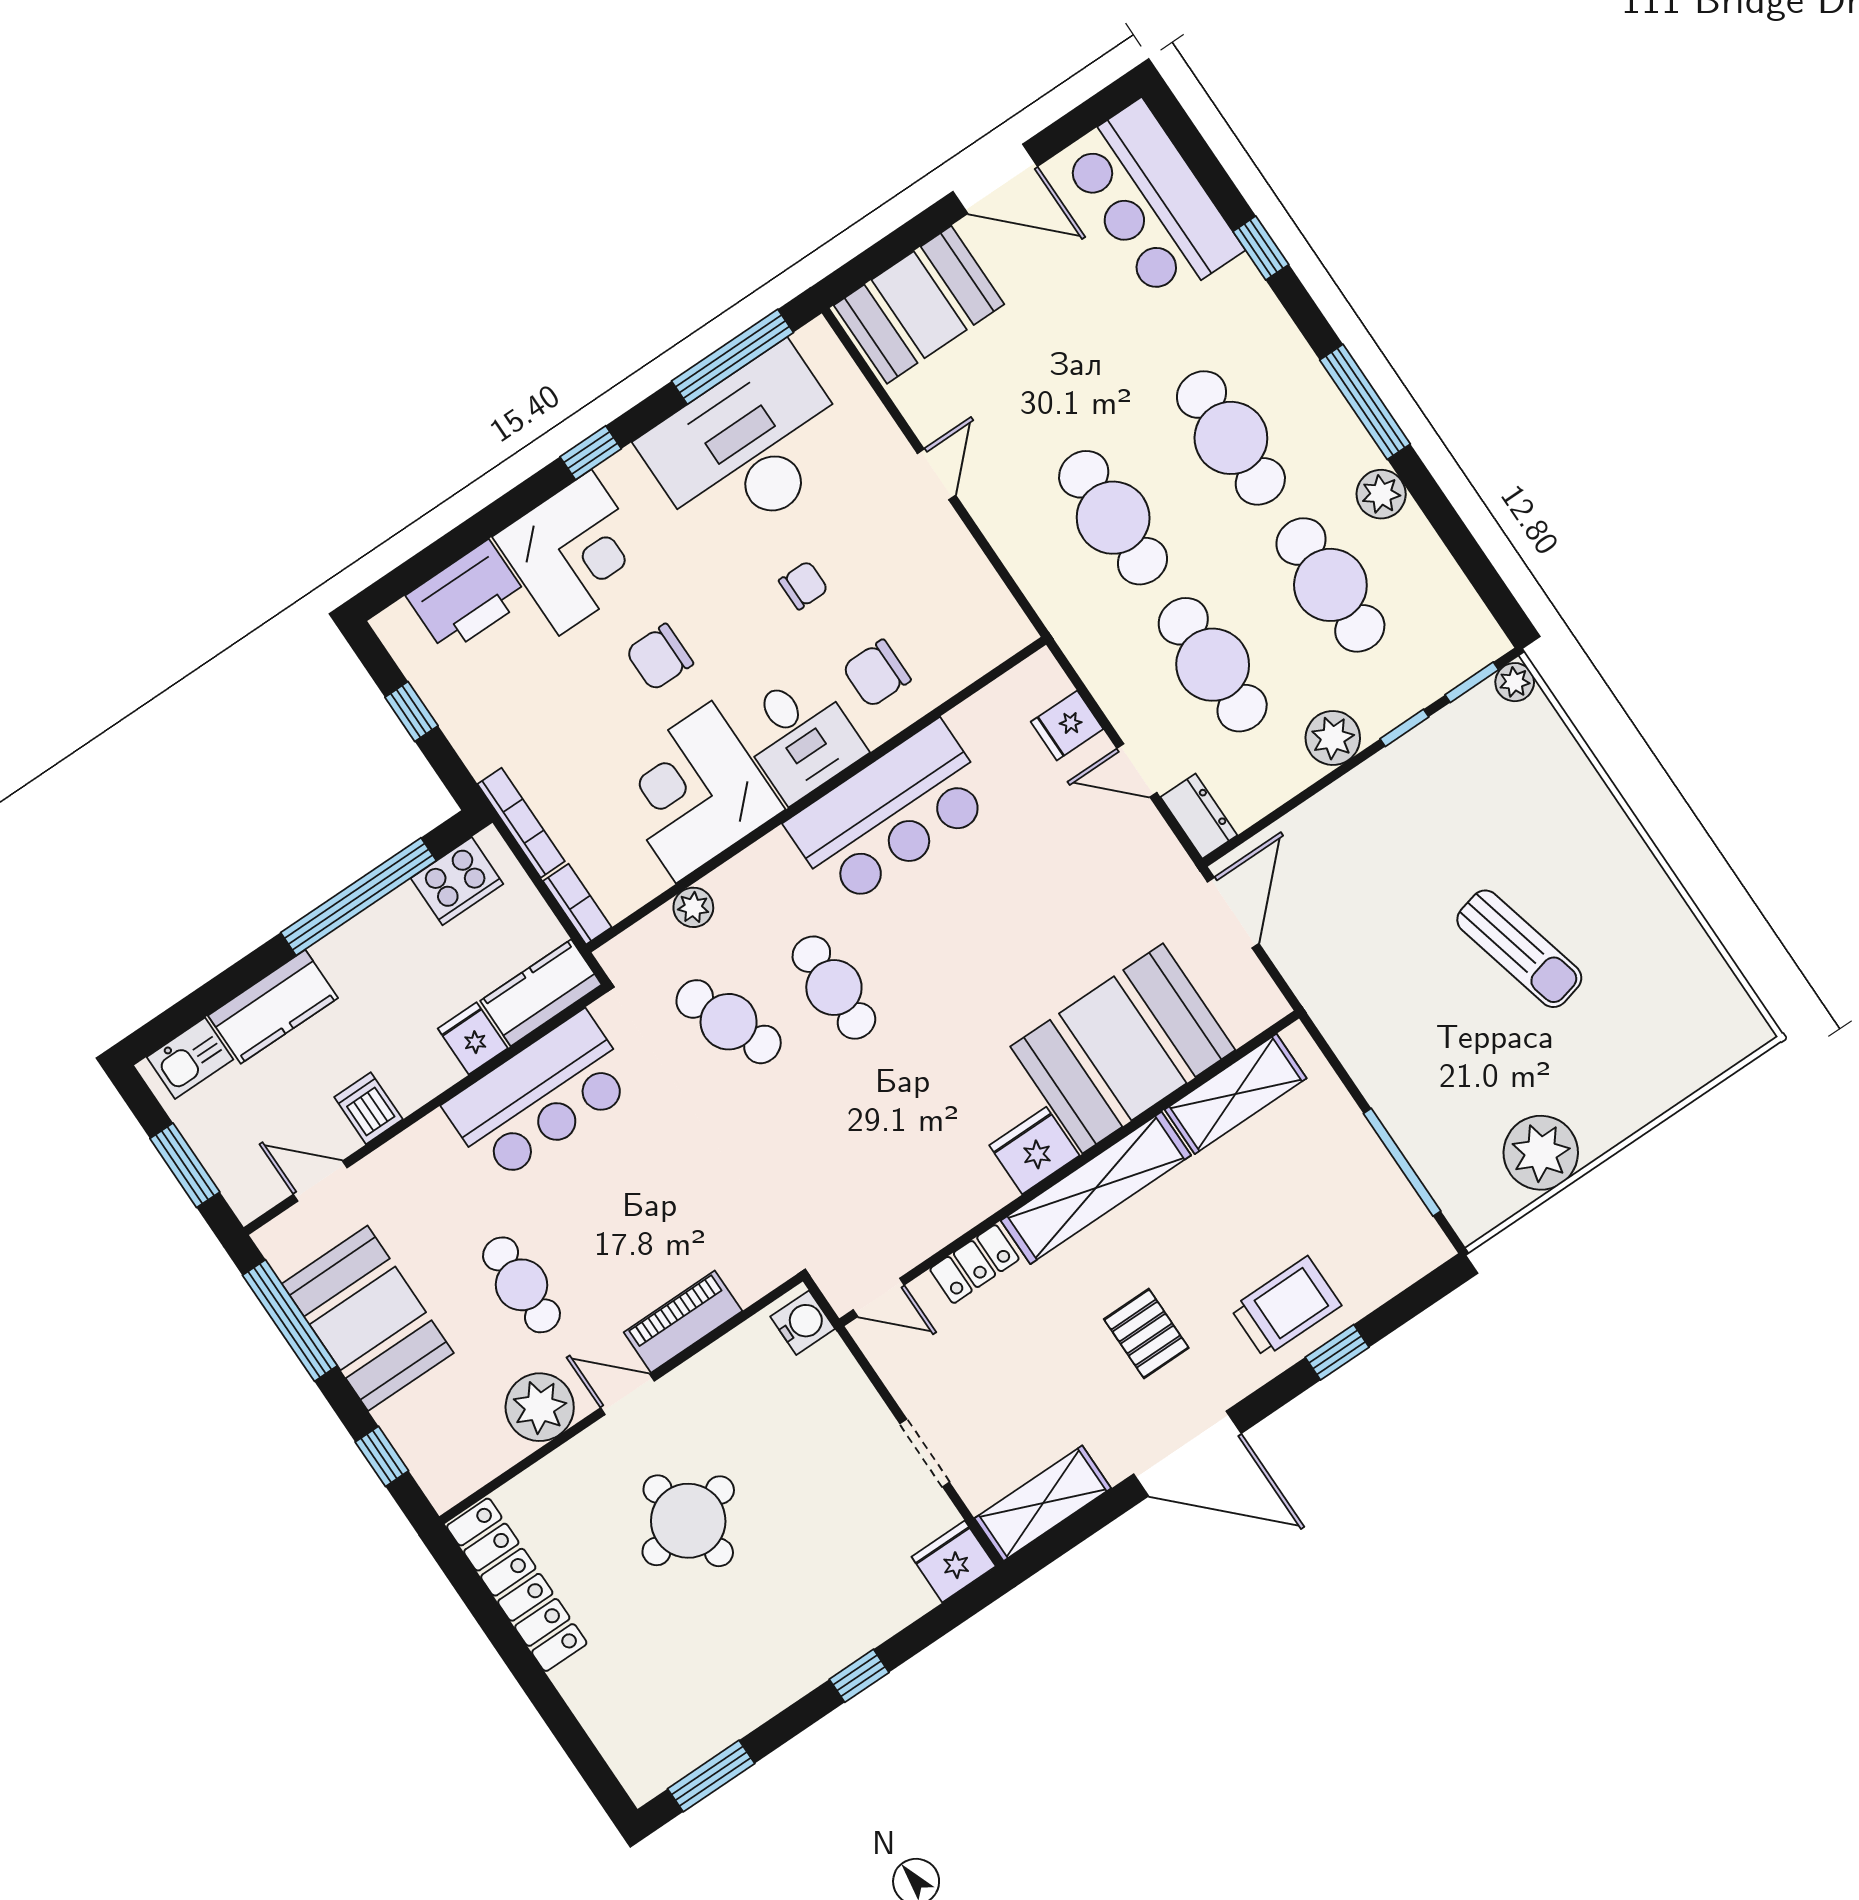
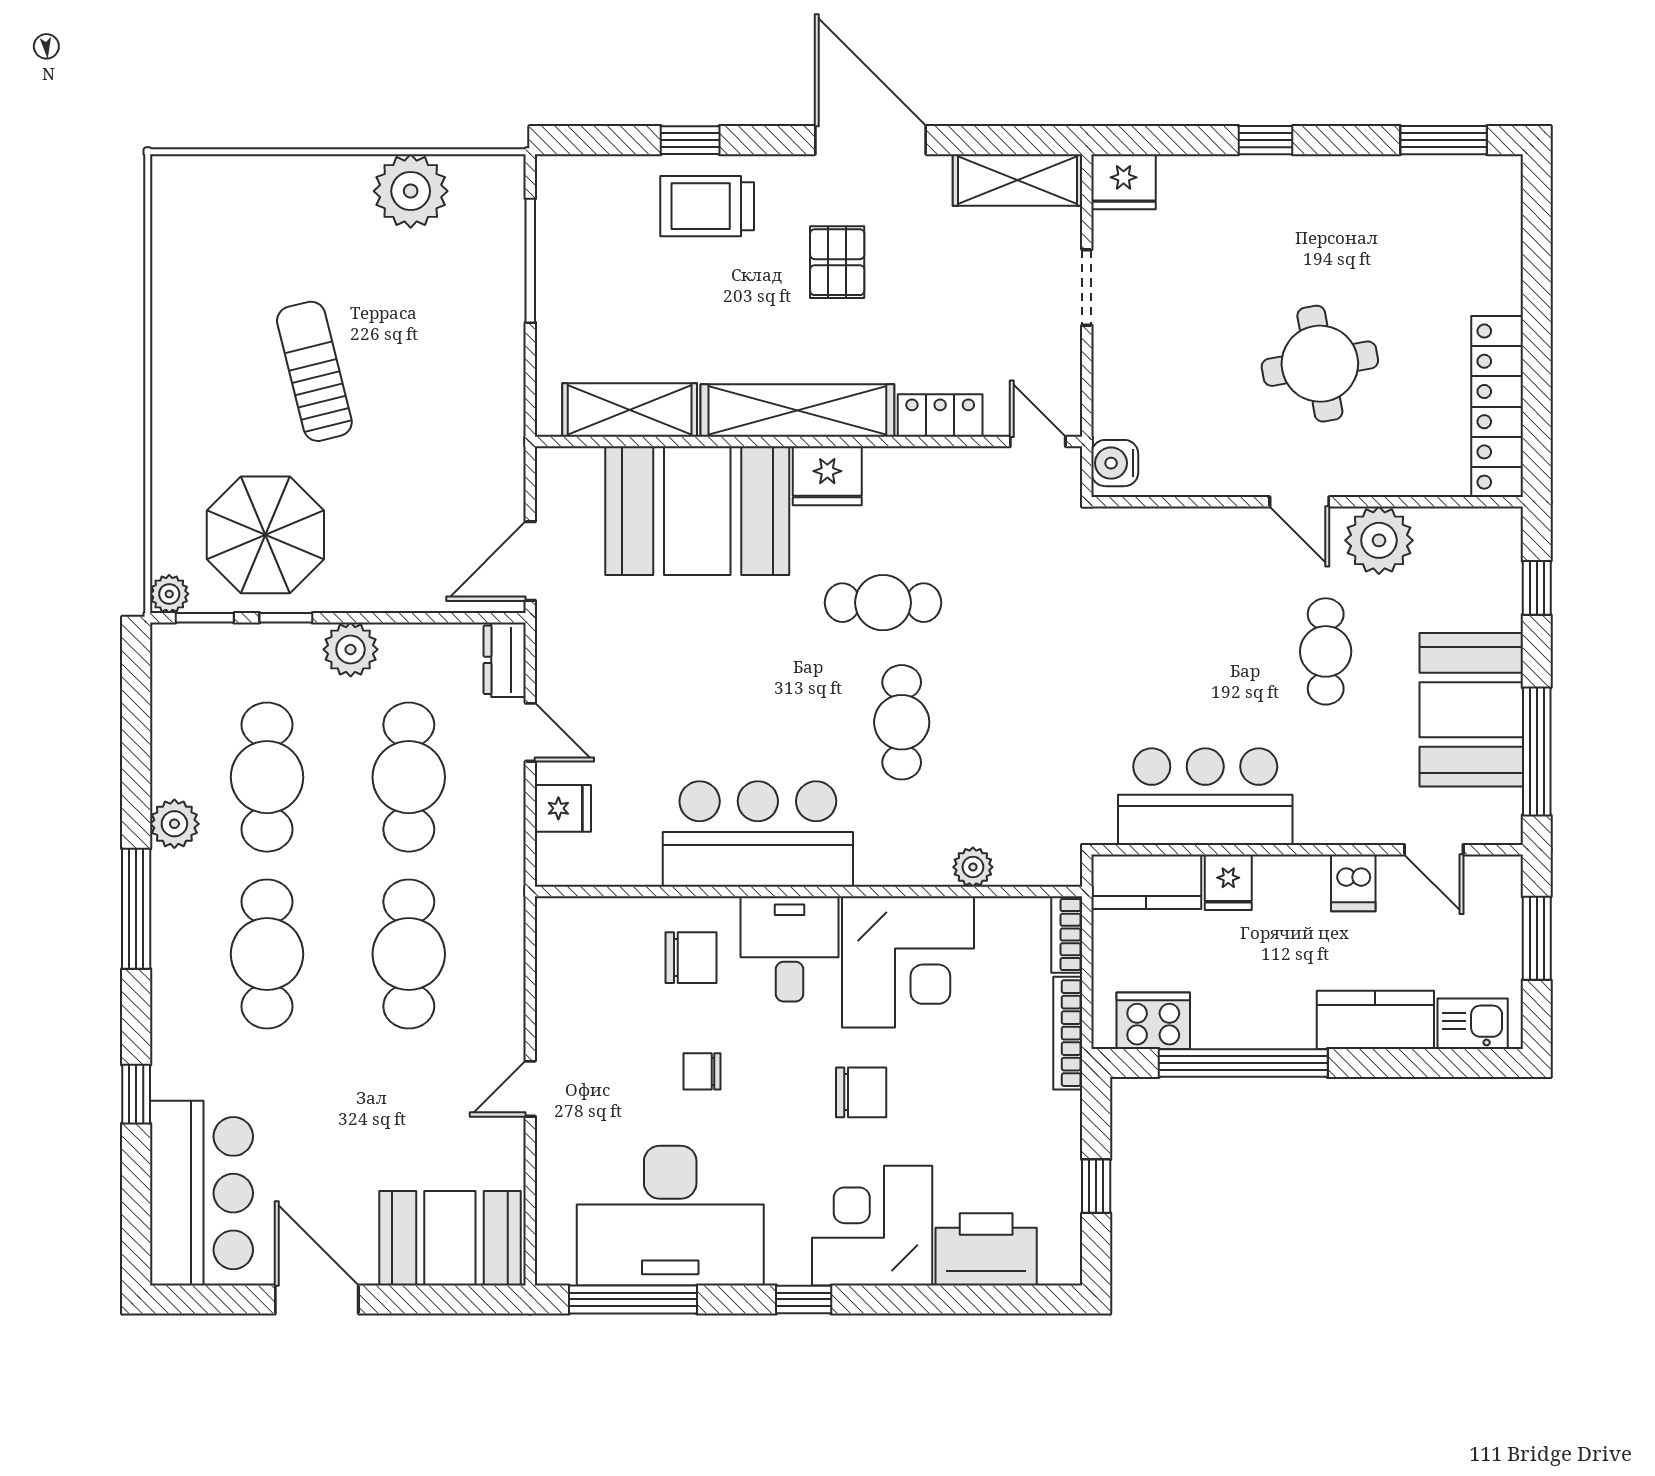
parasol: (1468, 785) -> (265, 535), added
cafe table: (729, 1022) -> (883, 603), moved, turned -68
piano: (683, 1322) -> (1213, 531), removed

